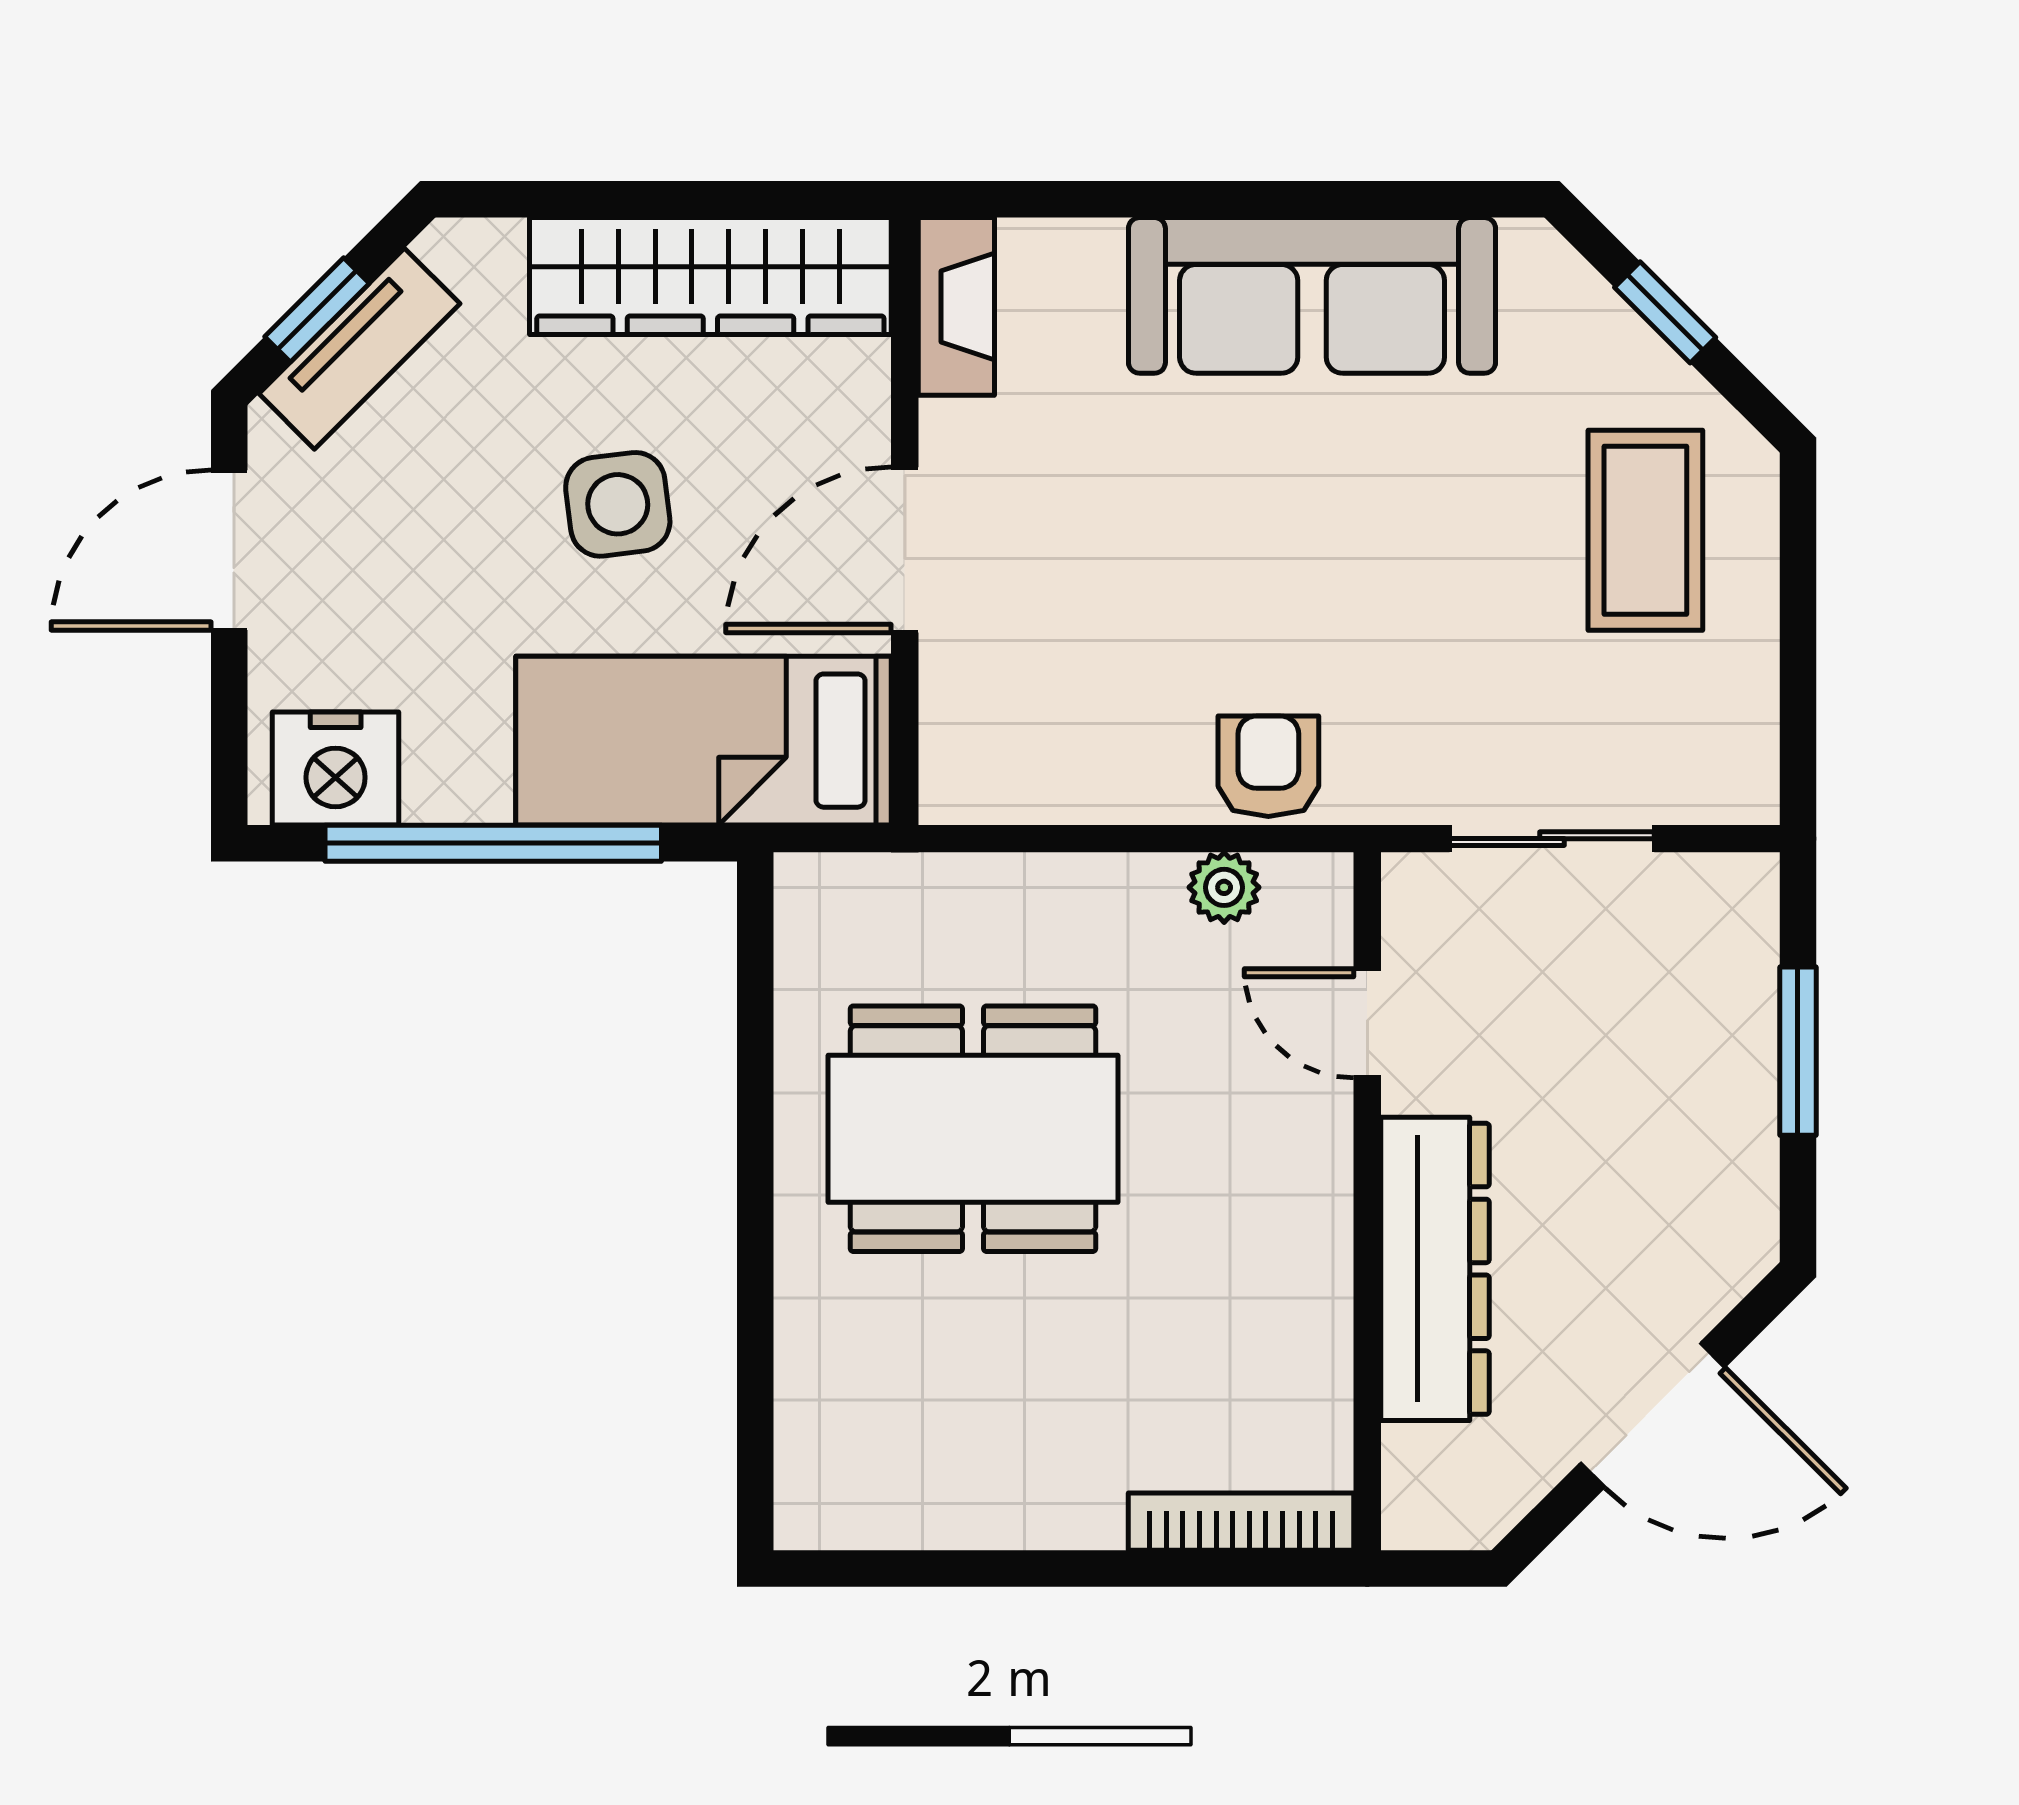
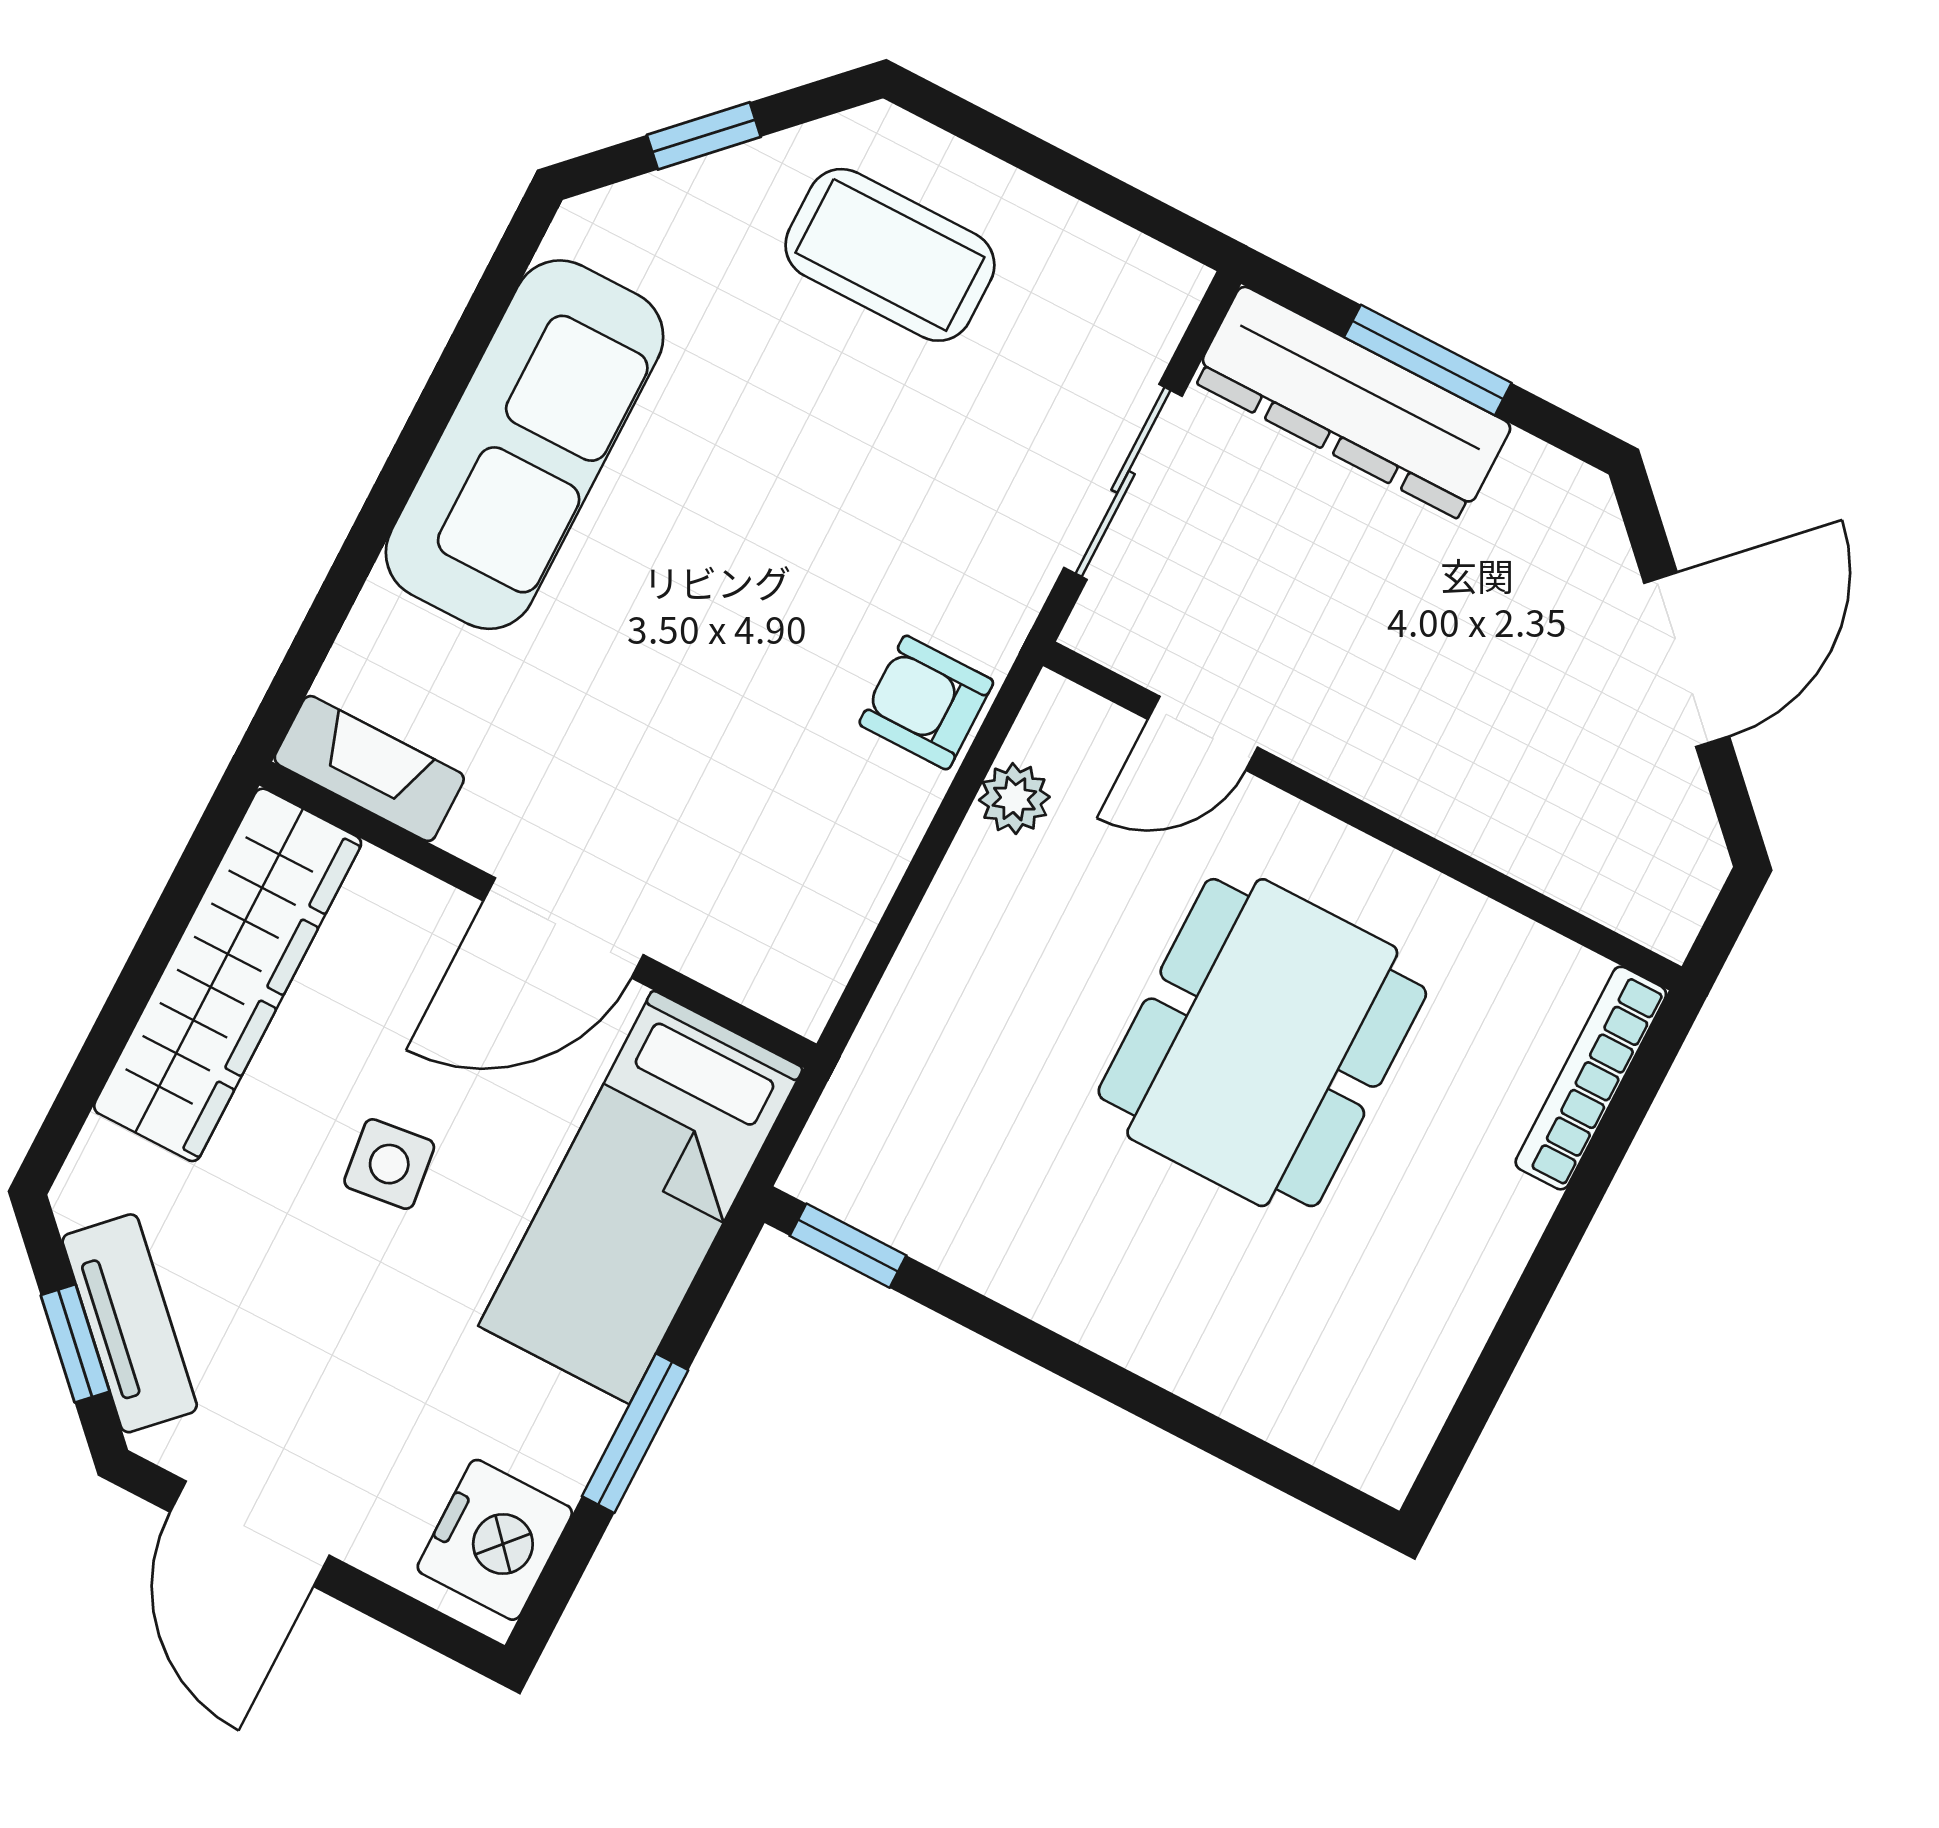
side table: (618, 504) -> (389, 1164), width x0.73, depth x0.73
door: (905, 550) -> (563, 928), hinge flipped
window: (493, 843) -> (635, 1433), width x0.47
window: (755, 945) -> (848, 1246), added
dining table: (973, 1129) -> (1262, 1043), moved
dresser: (1435, 1269) -> (1352, 403), moved, turned 180

